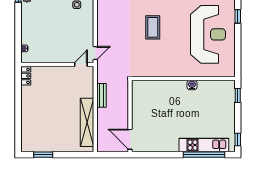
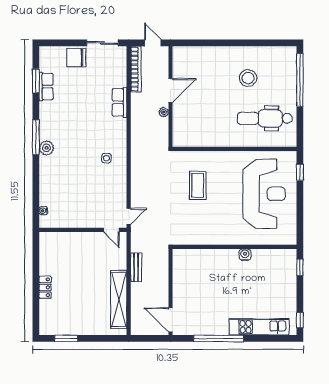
door: (81, 64) -> (111, 230), swing flipped
locker: (26, 76) -> (45, 287), moved
window: (204, 155) -> (219, 338), moved

